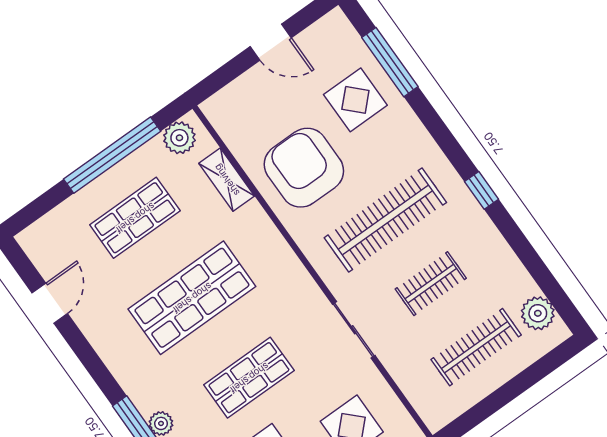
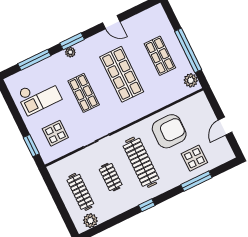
window: (390, 62) -> (196, 181), moved
shelving: (227, 180) -> (170, 98), removed
door: (50, 303) -> (111, 22), moved

